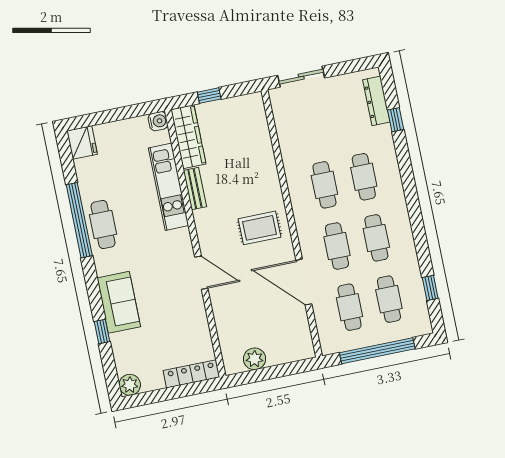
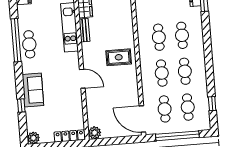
door: (304, 282) -> (142, 119), moved
plant: (255, 359) -> (95, 133), moved

